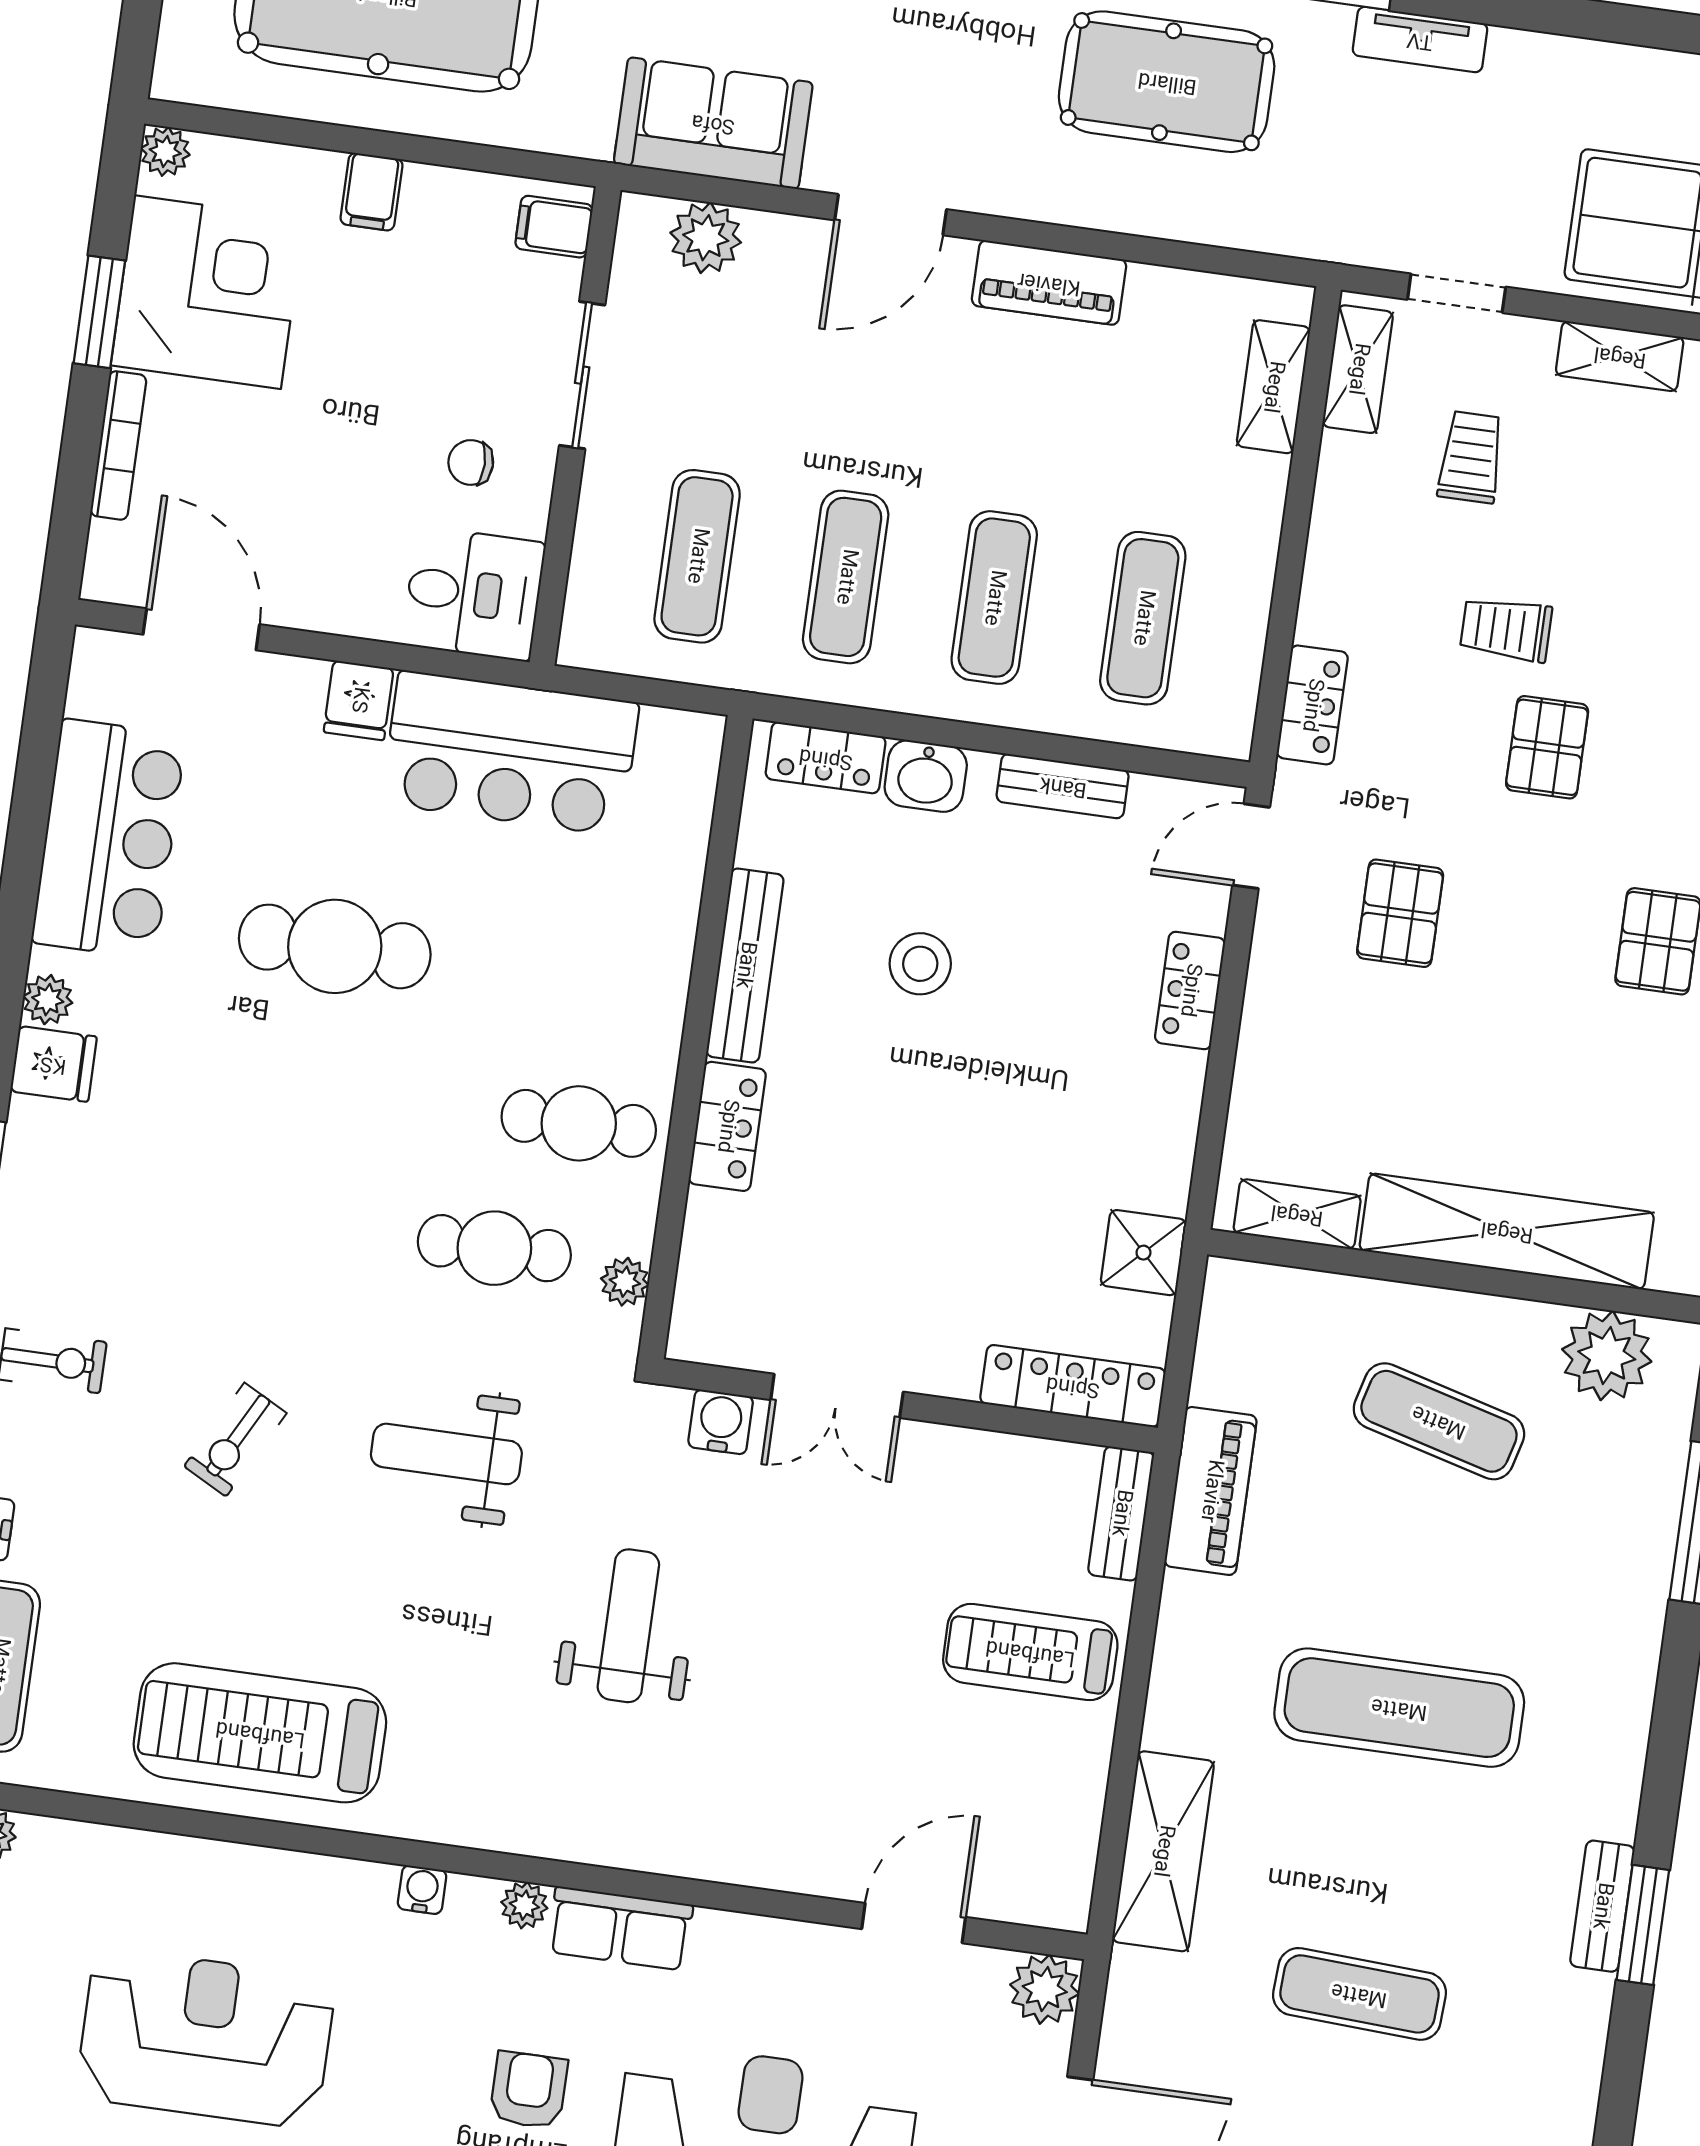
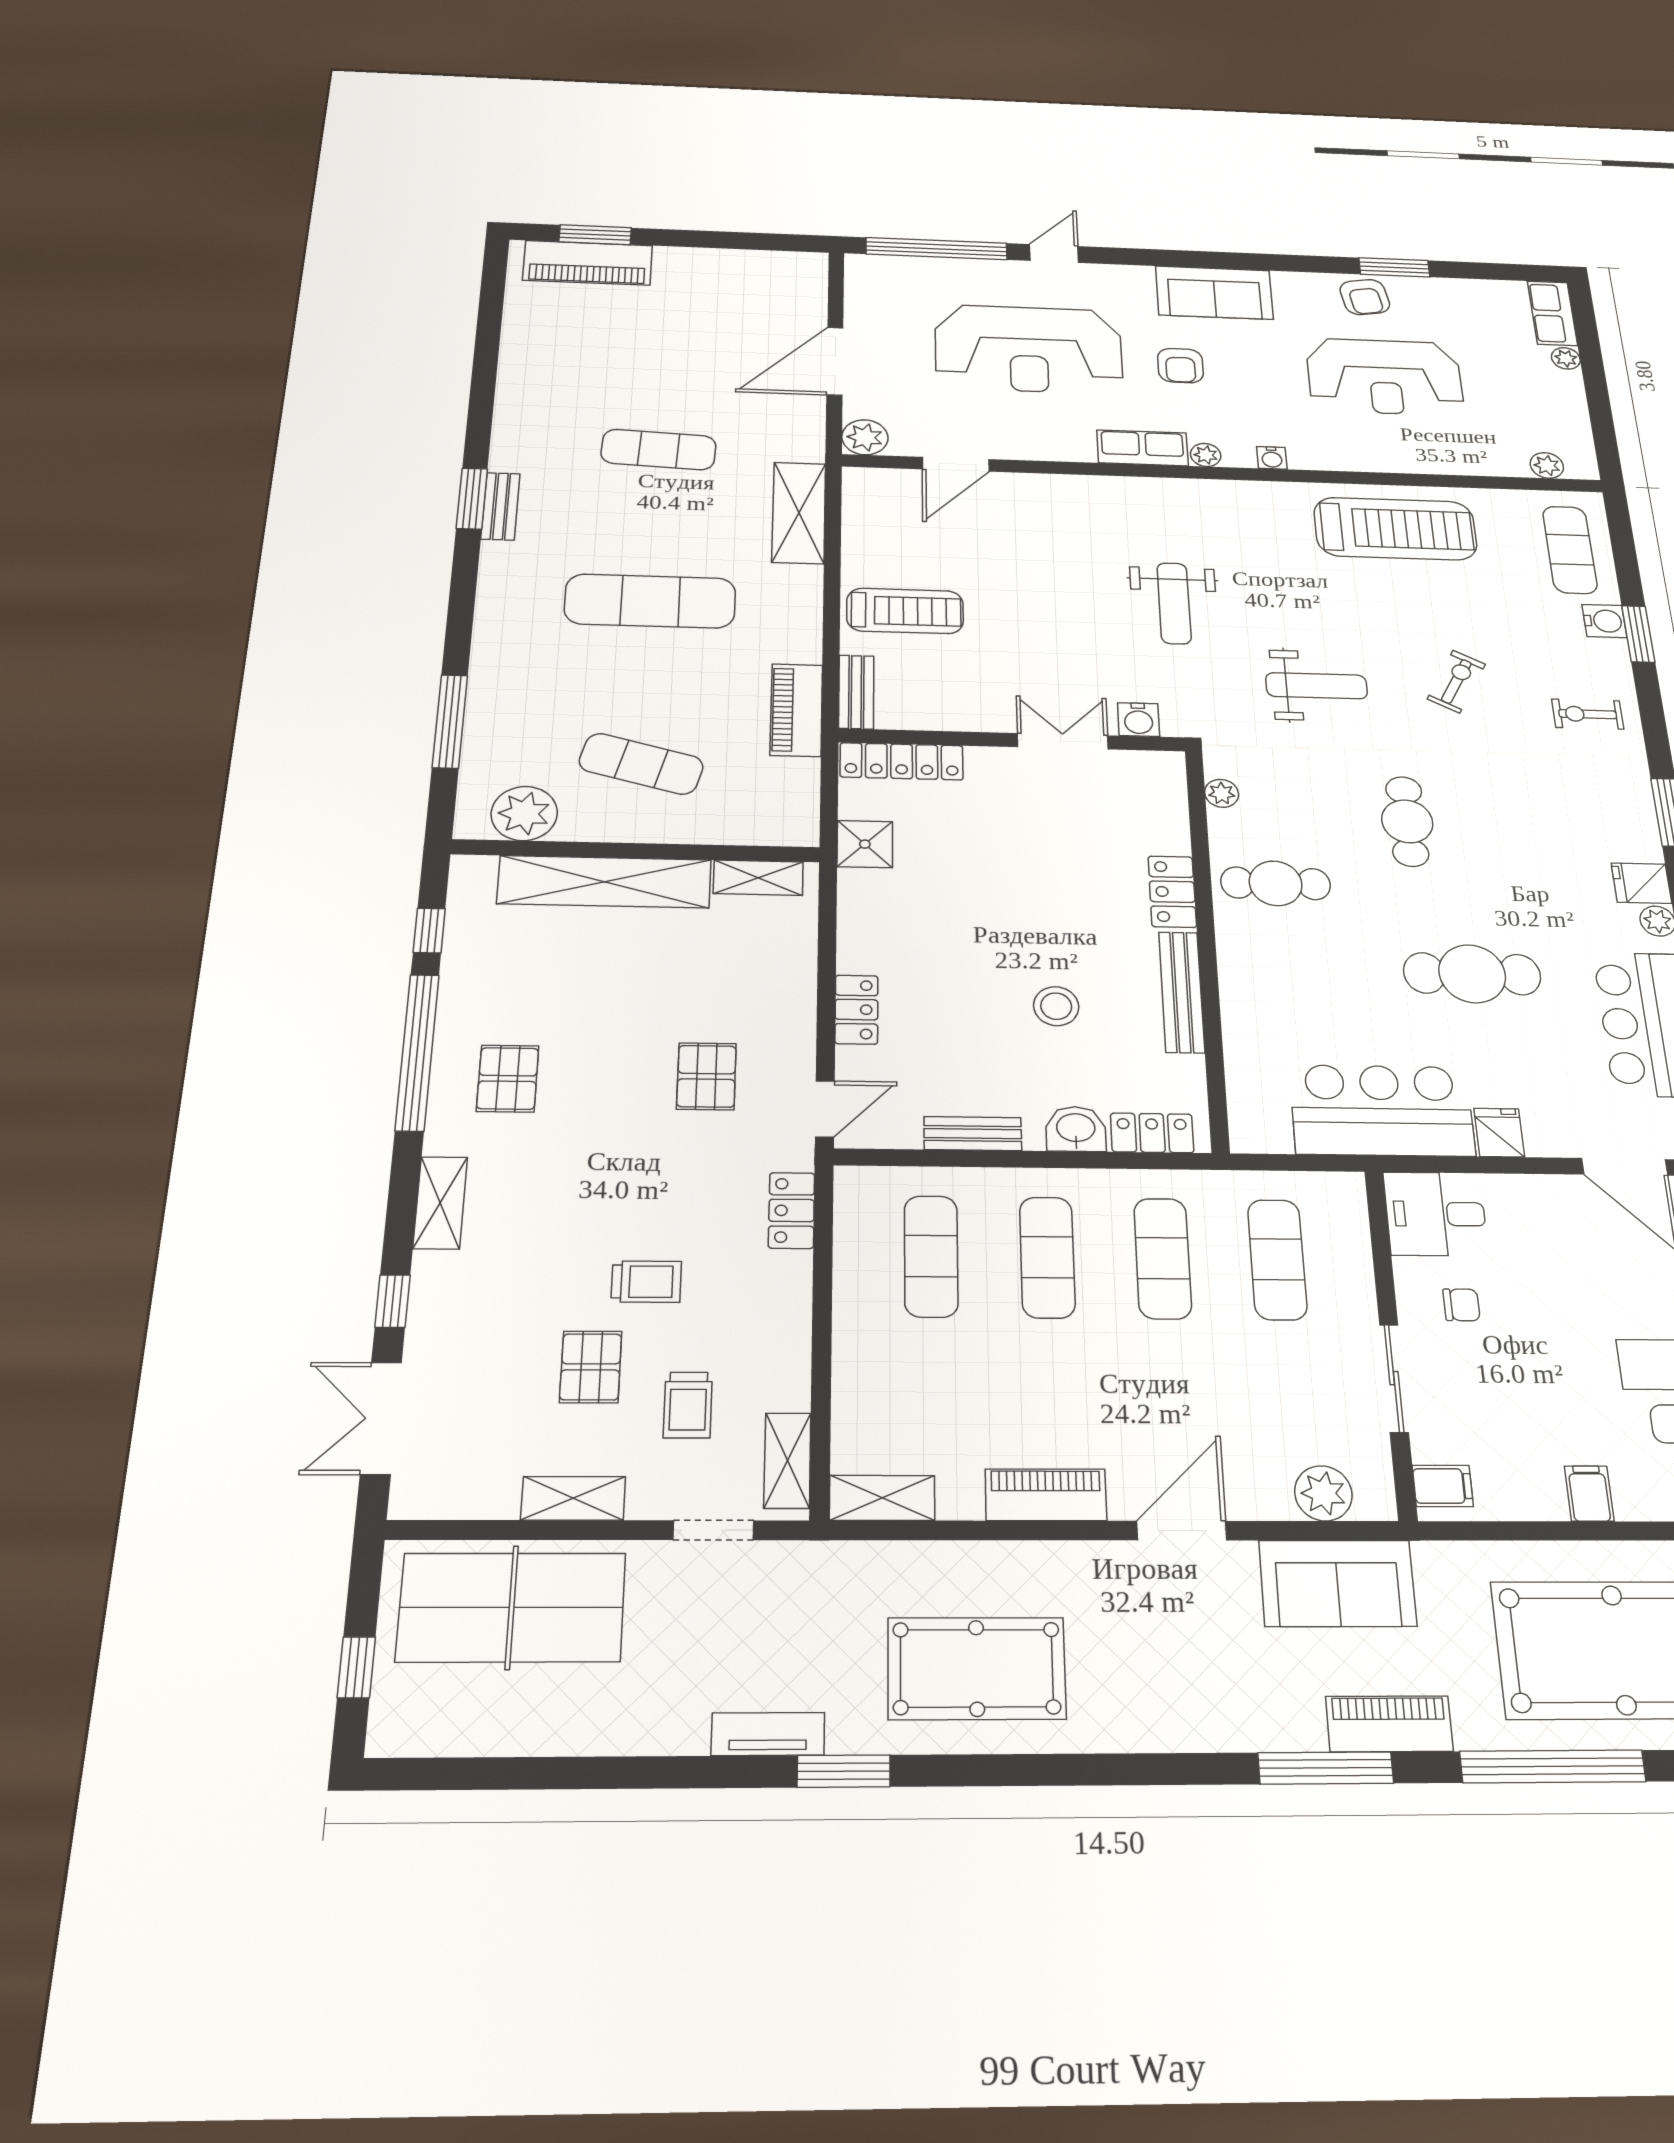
shelving: (1273, 387) -> (882, 1498), moved, turned 90
pallet: (1547, 747) -> (591, 1367), moved
cafe table: (494, 1248) -> (1407, 821), moved, turned 90

